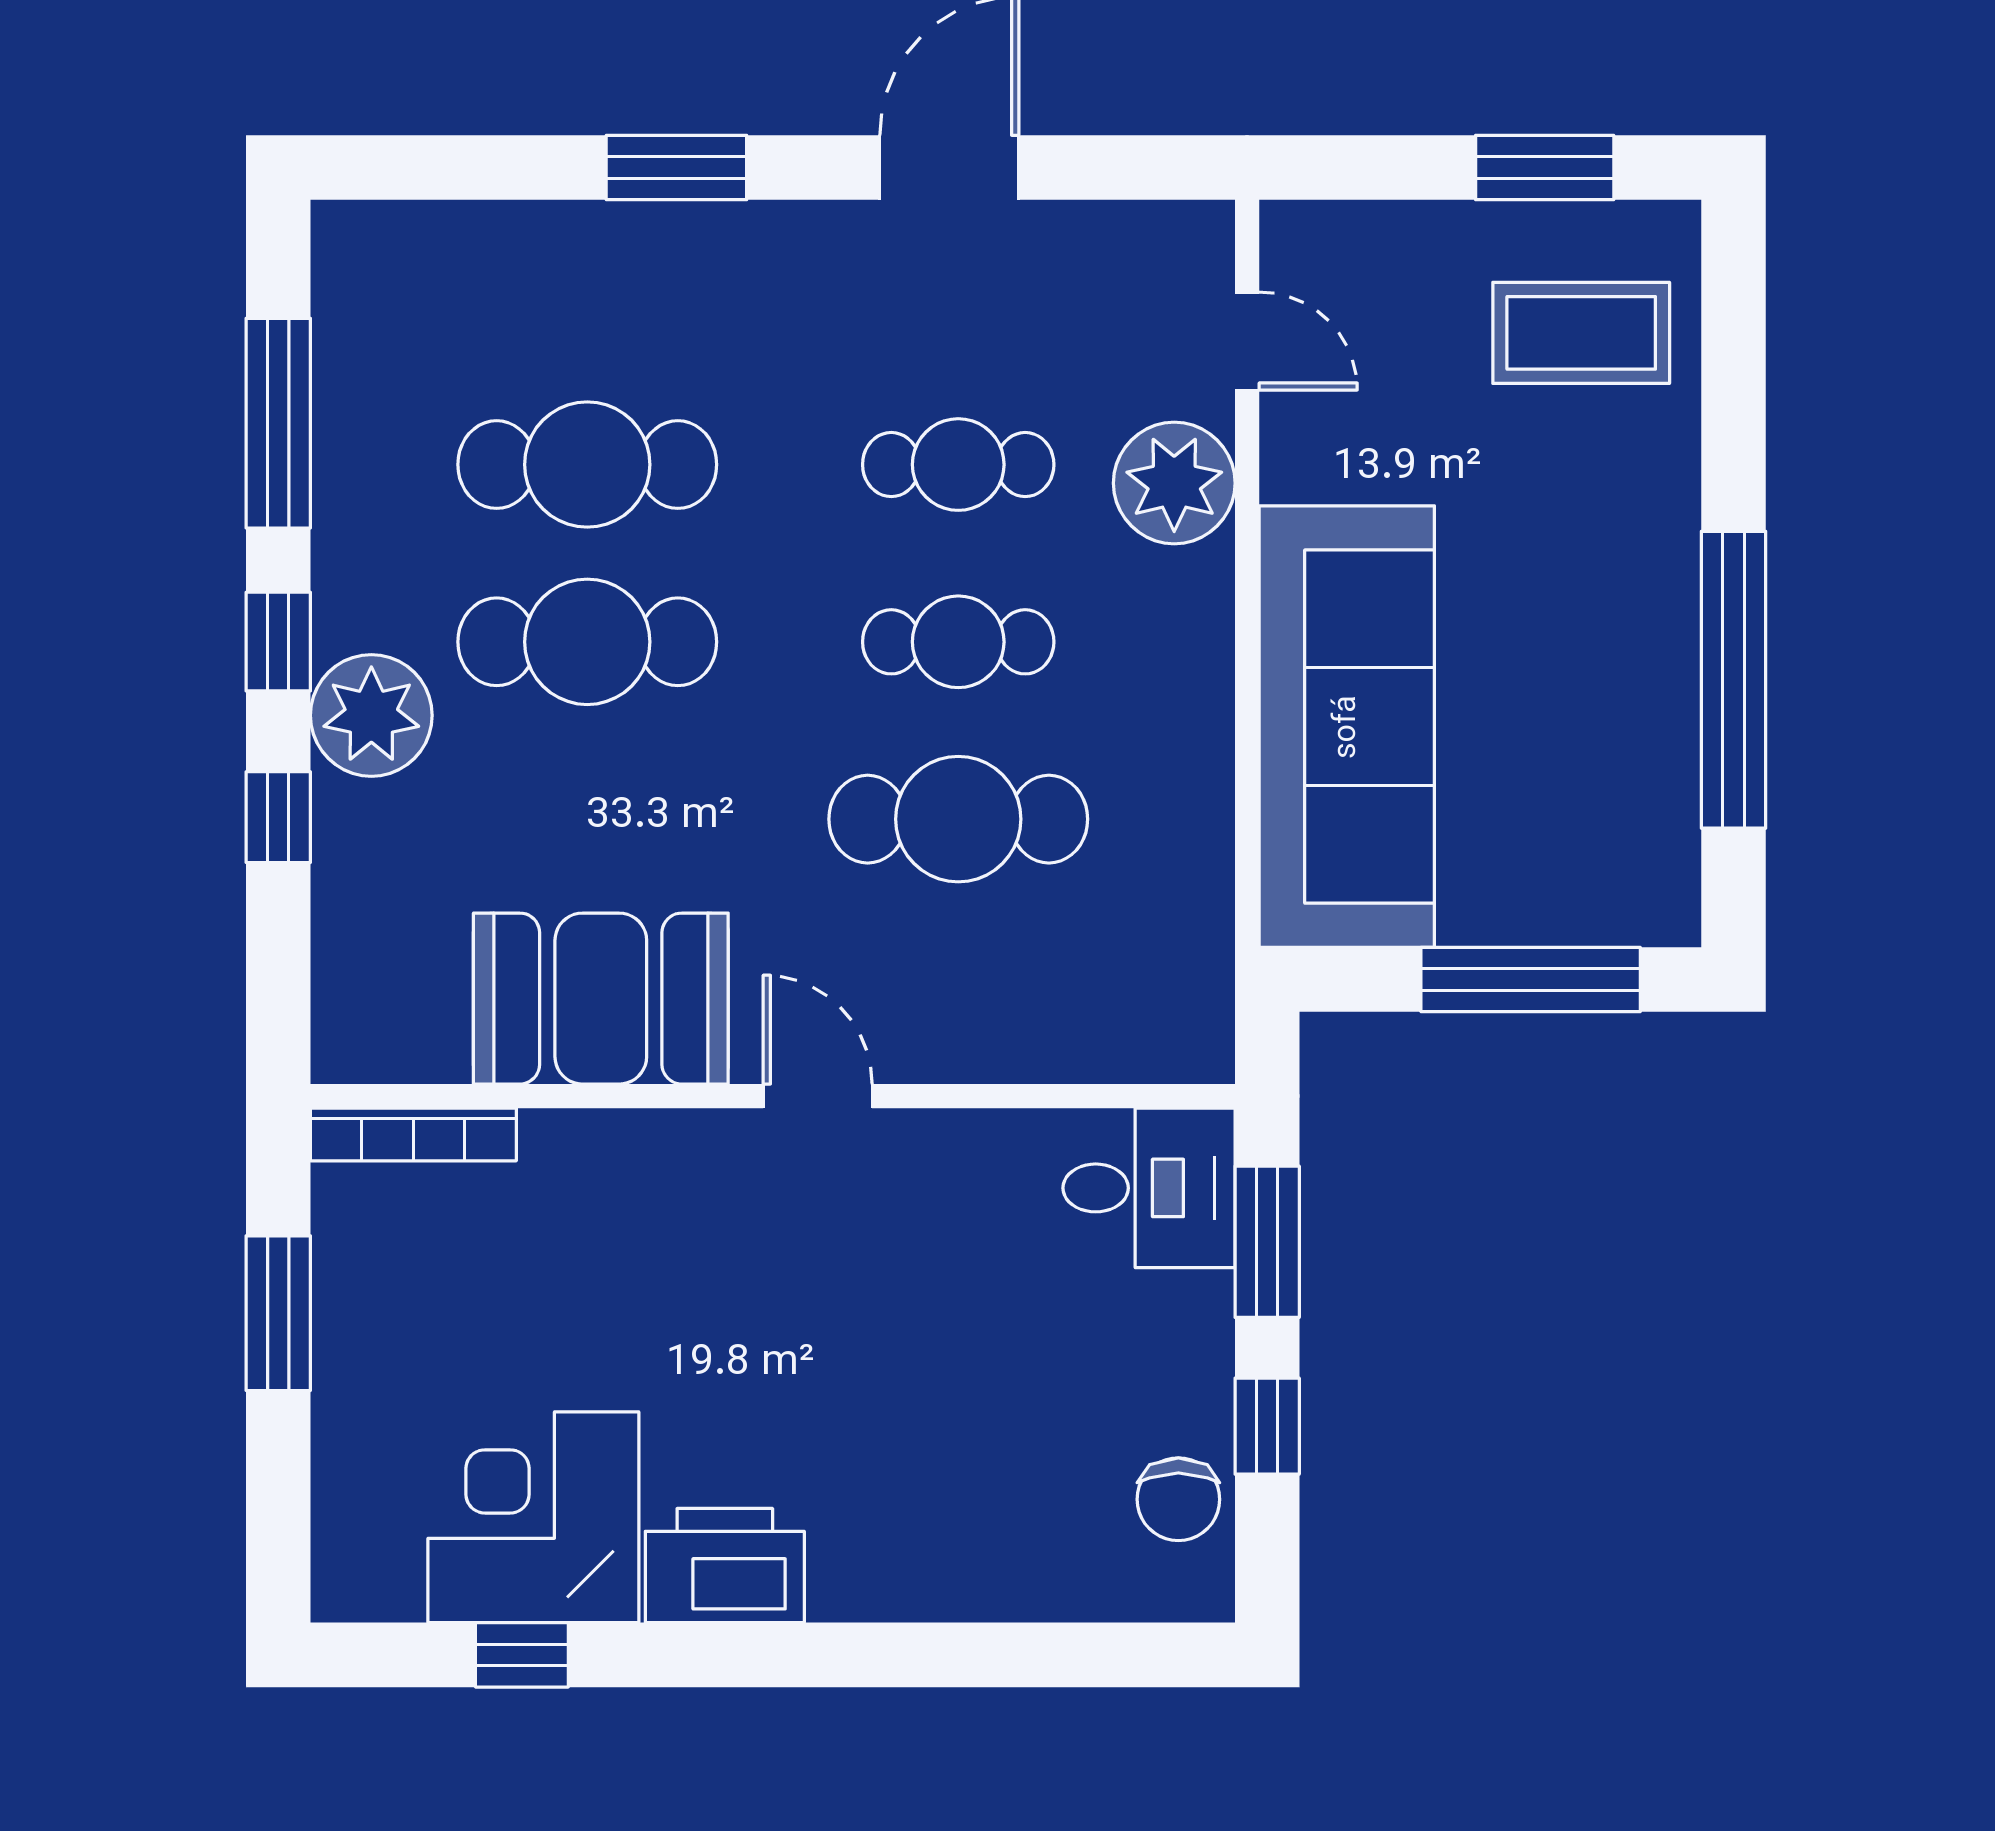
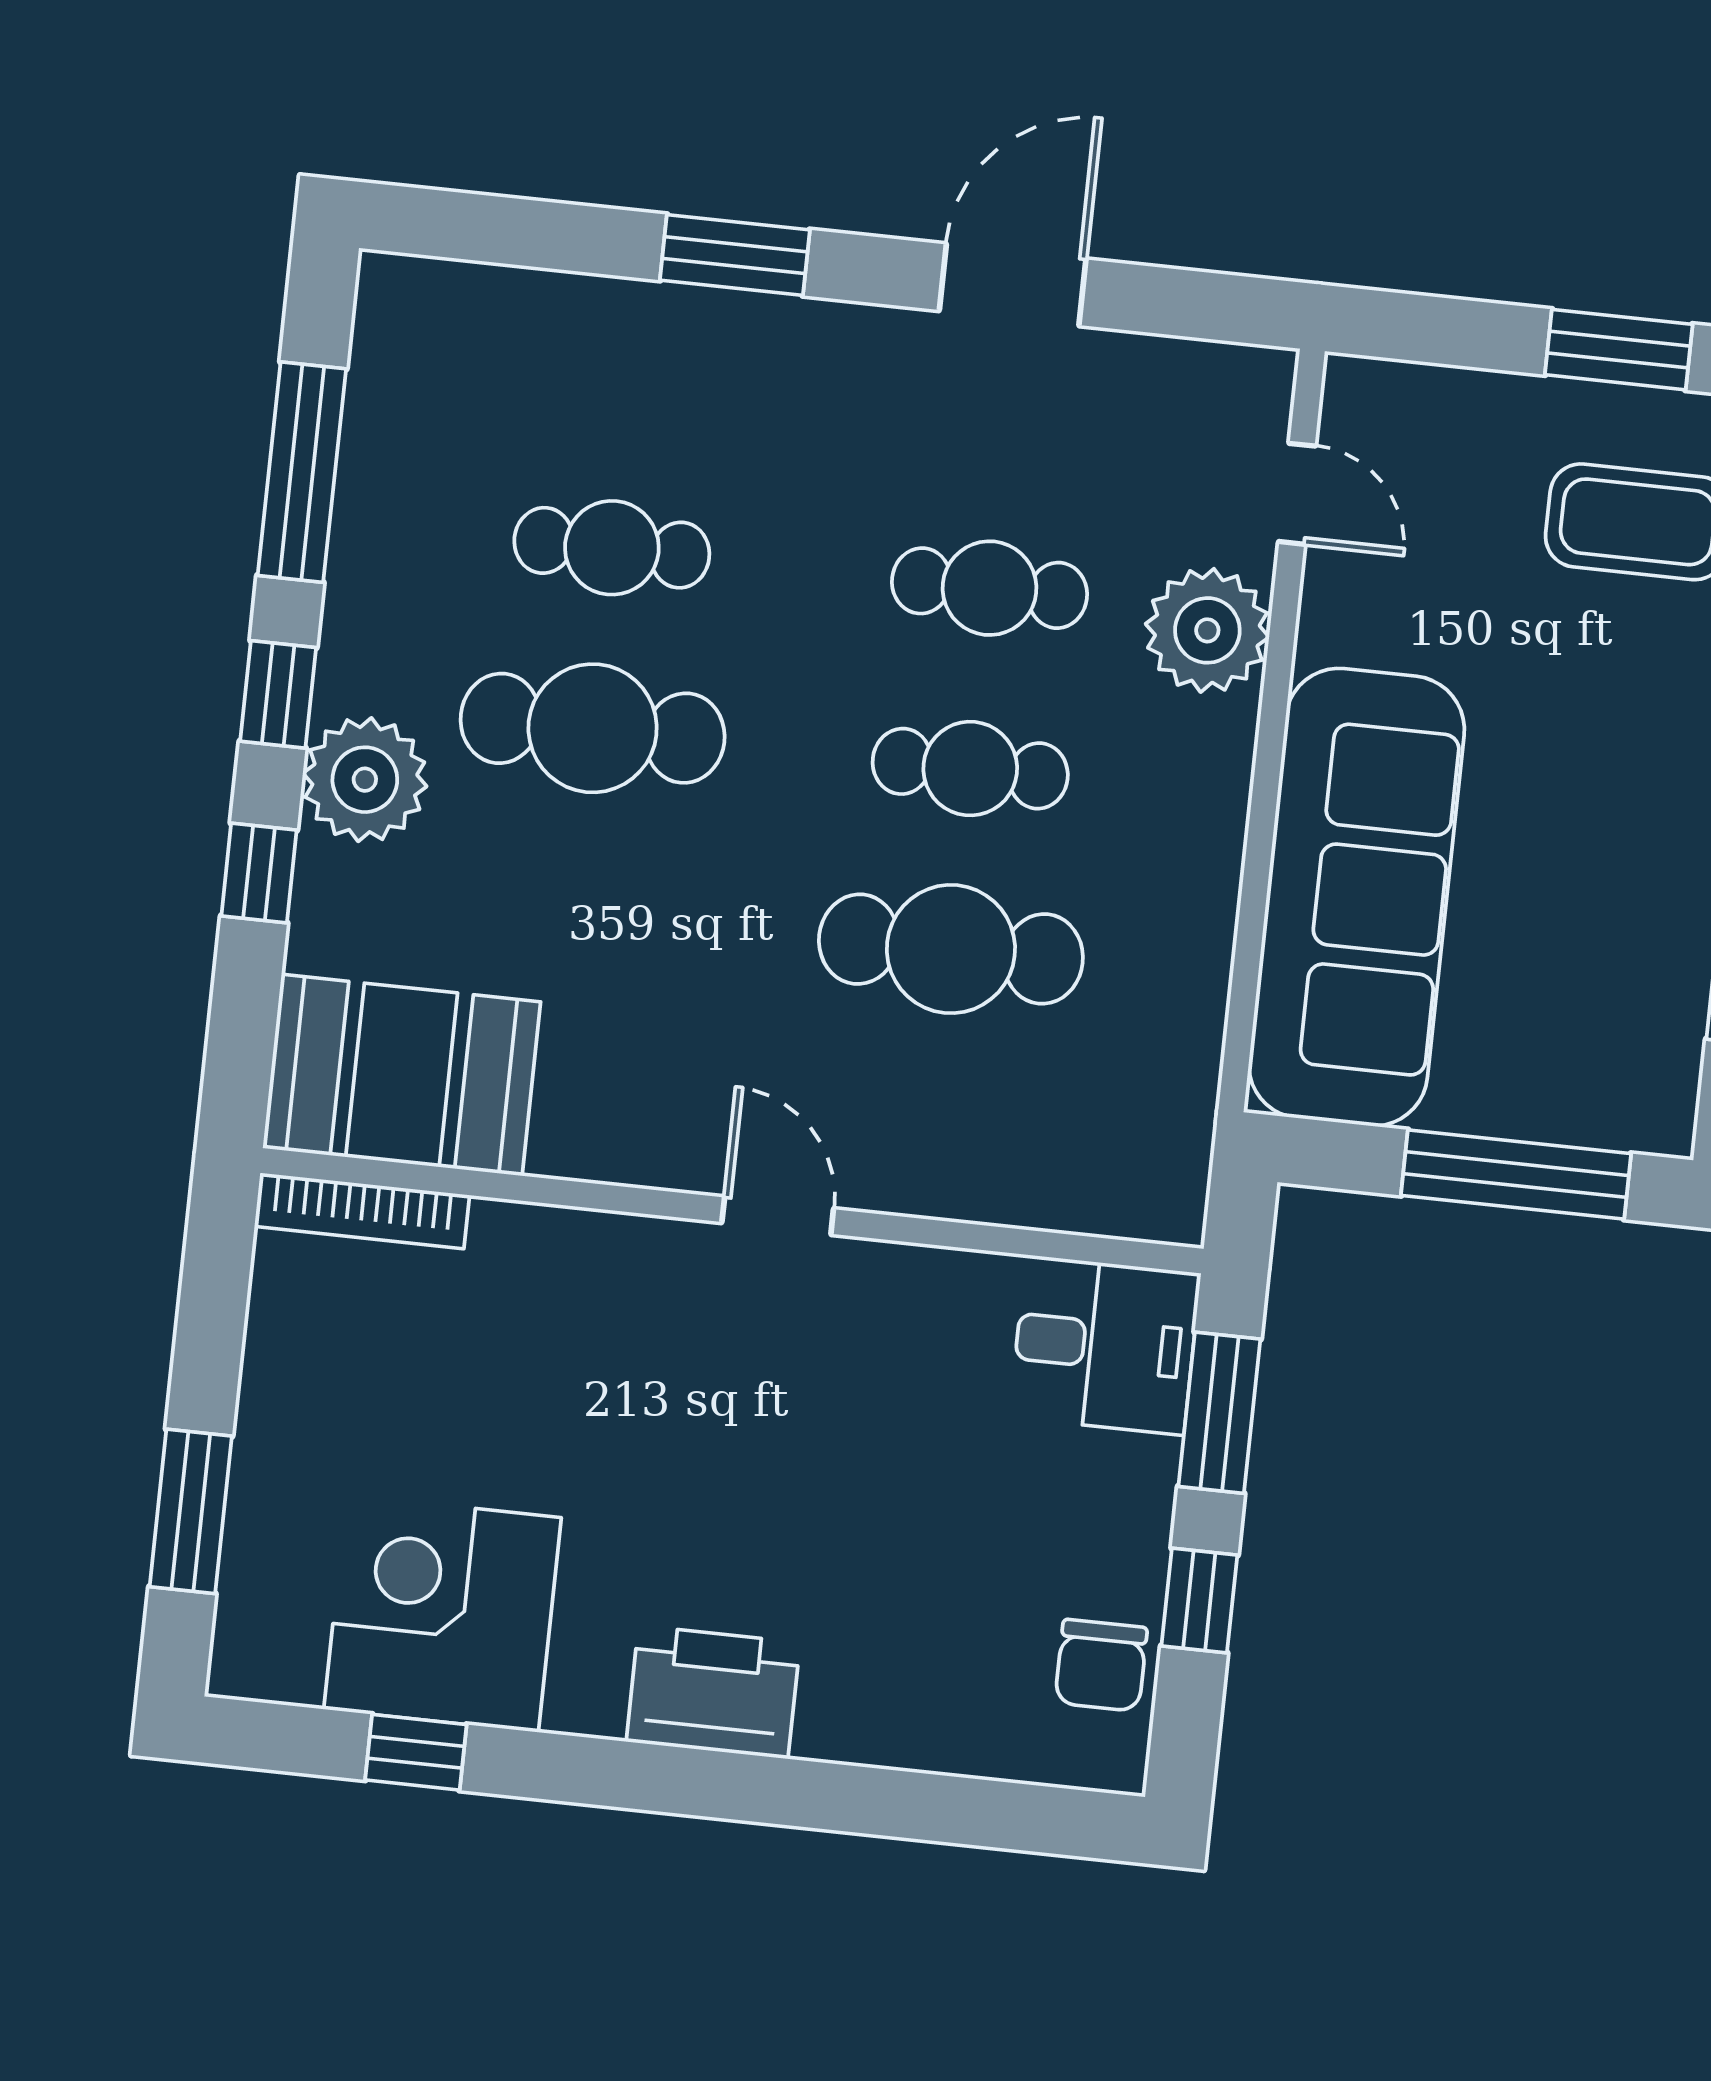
cafe table: (587, 465) -> (612, 548), width x0.73, depth x0.74
booth: (601, 999) -> (402, 1075), moved
window: (278, 1313) -> (191, 1511), moved
printer: (725, 1566) -> (713, 1692), moved

